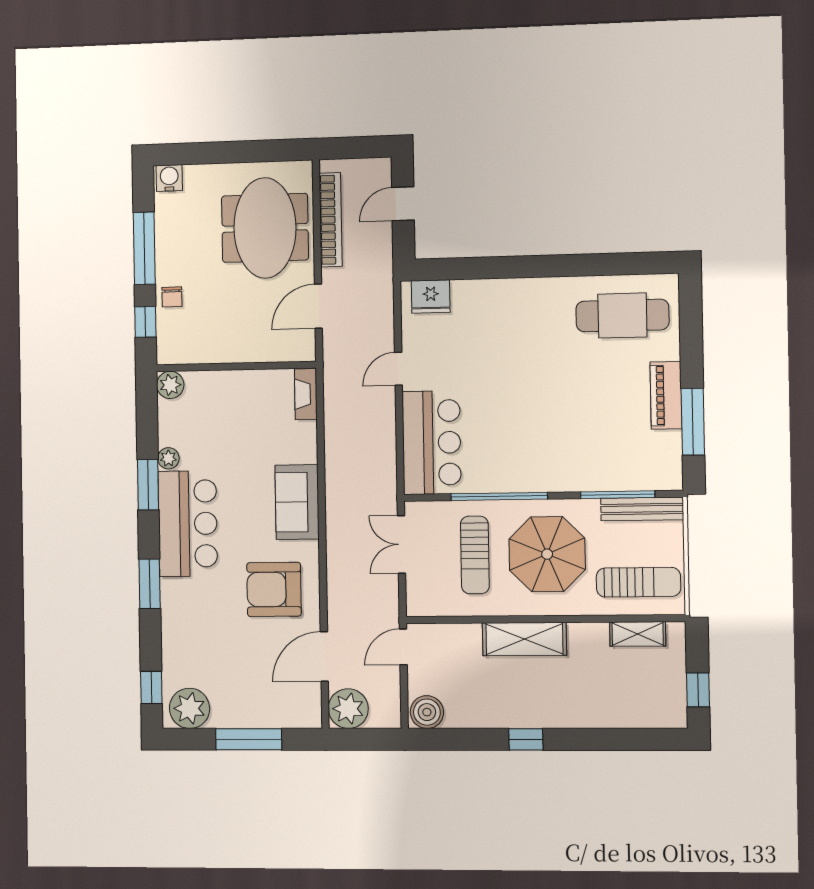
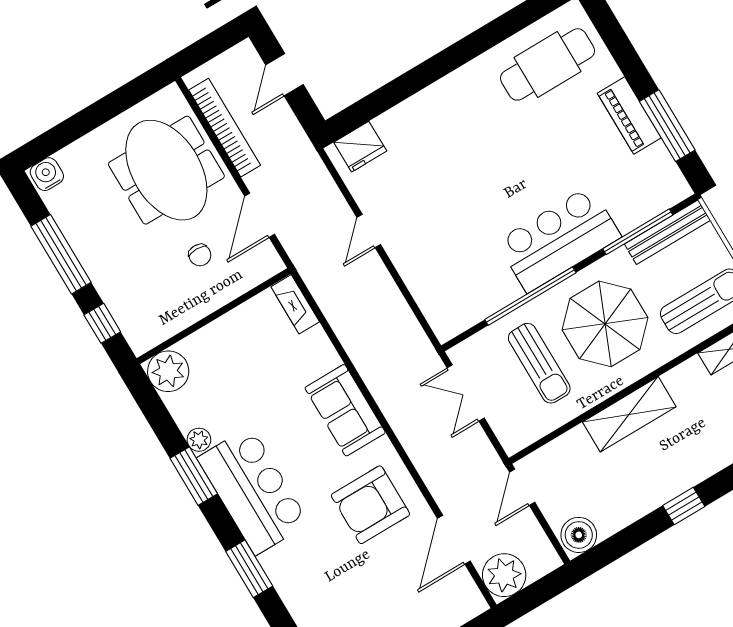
chair: (172, 297) -> (200, 255), moved
plant: (170, 385) -> (168, 371), width x1.36, depth x1.36
bar counter: (432, 443) -> (559, 239), moved, turned -90

